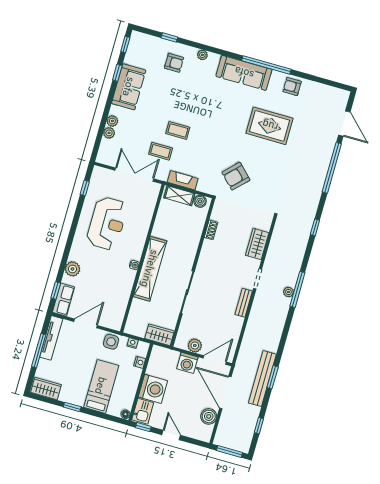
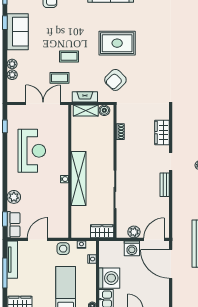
rug: (270, 126) -> (117, 43), moved
armchair: (236, 176) -> (115, 80), moved
boiler: (209, 416) -> (162, 288), removed

